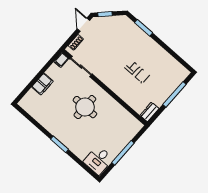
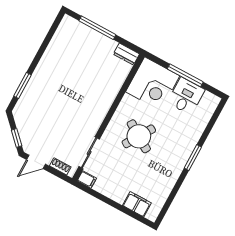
filing cabinet: (42, 84) -> (137, 204), moved
round table: (85, 107) -> (139, 136), turned 32
corner desk: (122, 127) -> (153, 84), added
desk: (98, 160) -> (186, 96), moved, turned -90

